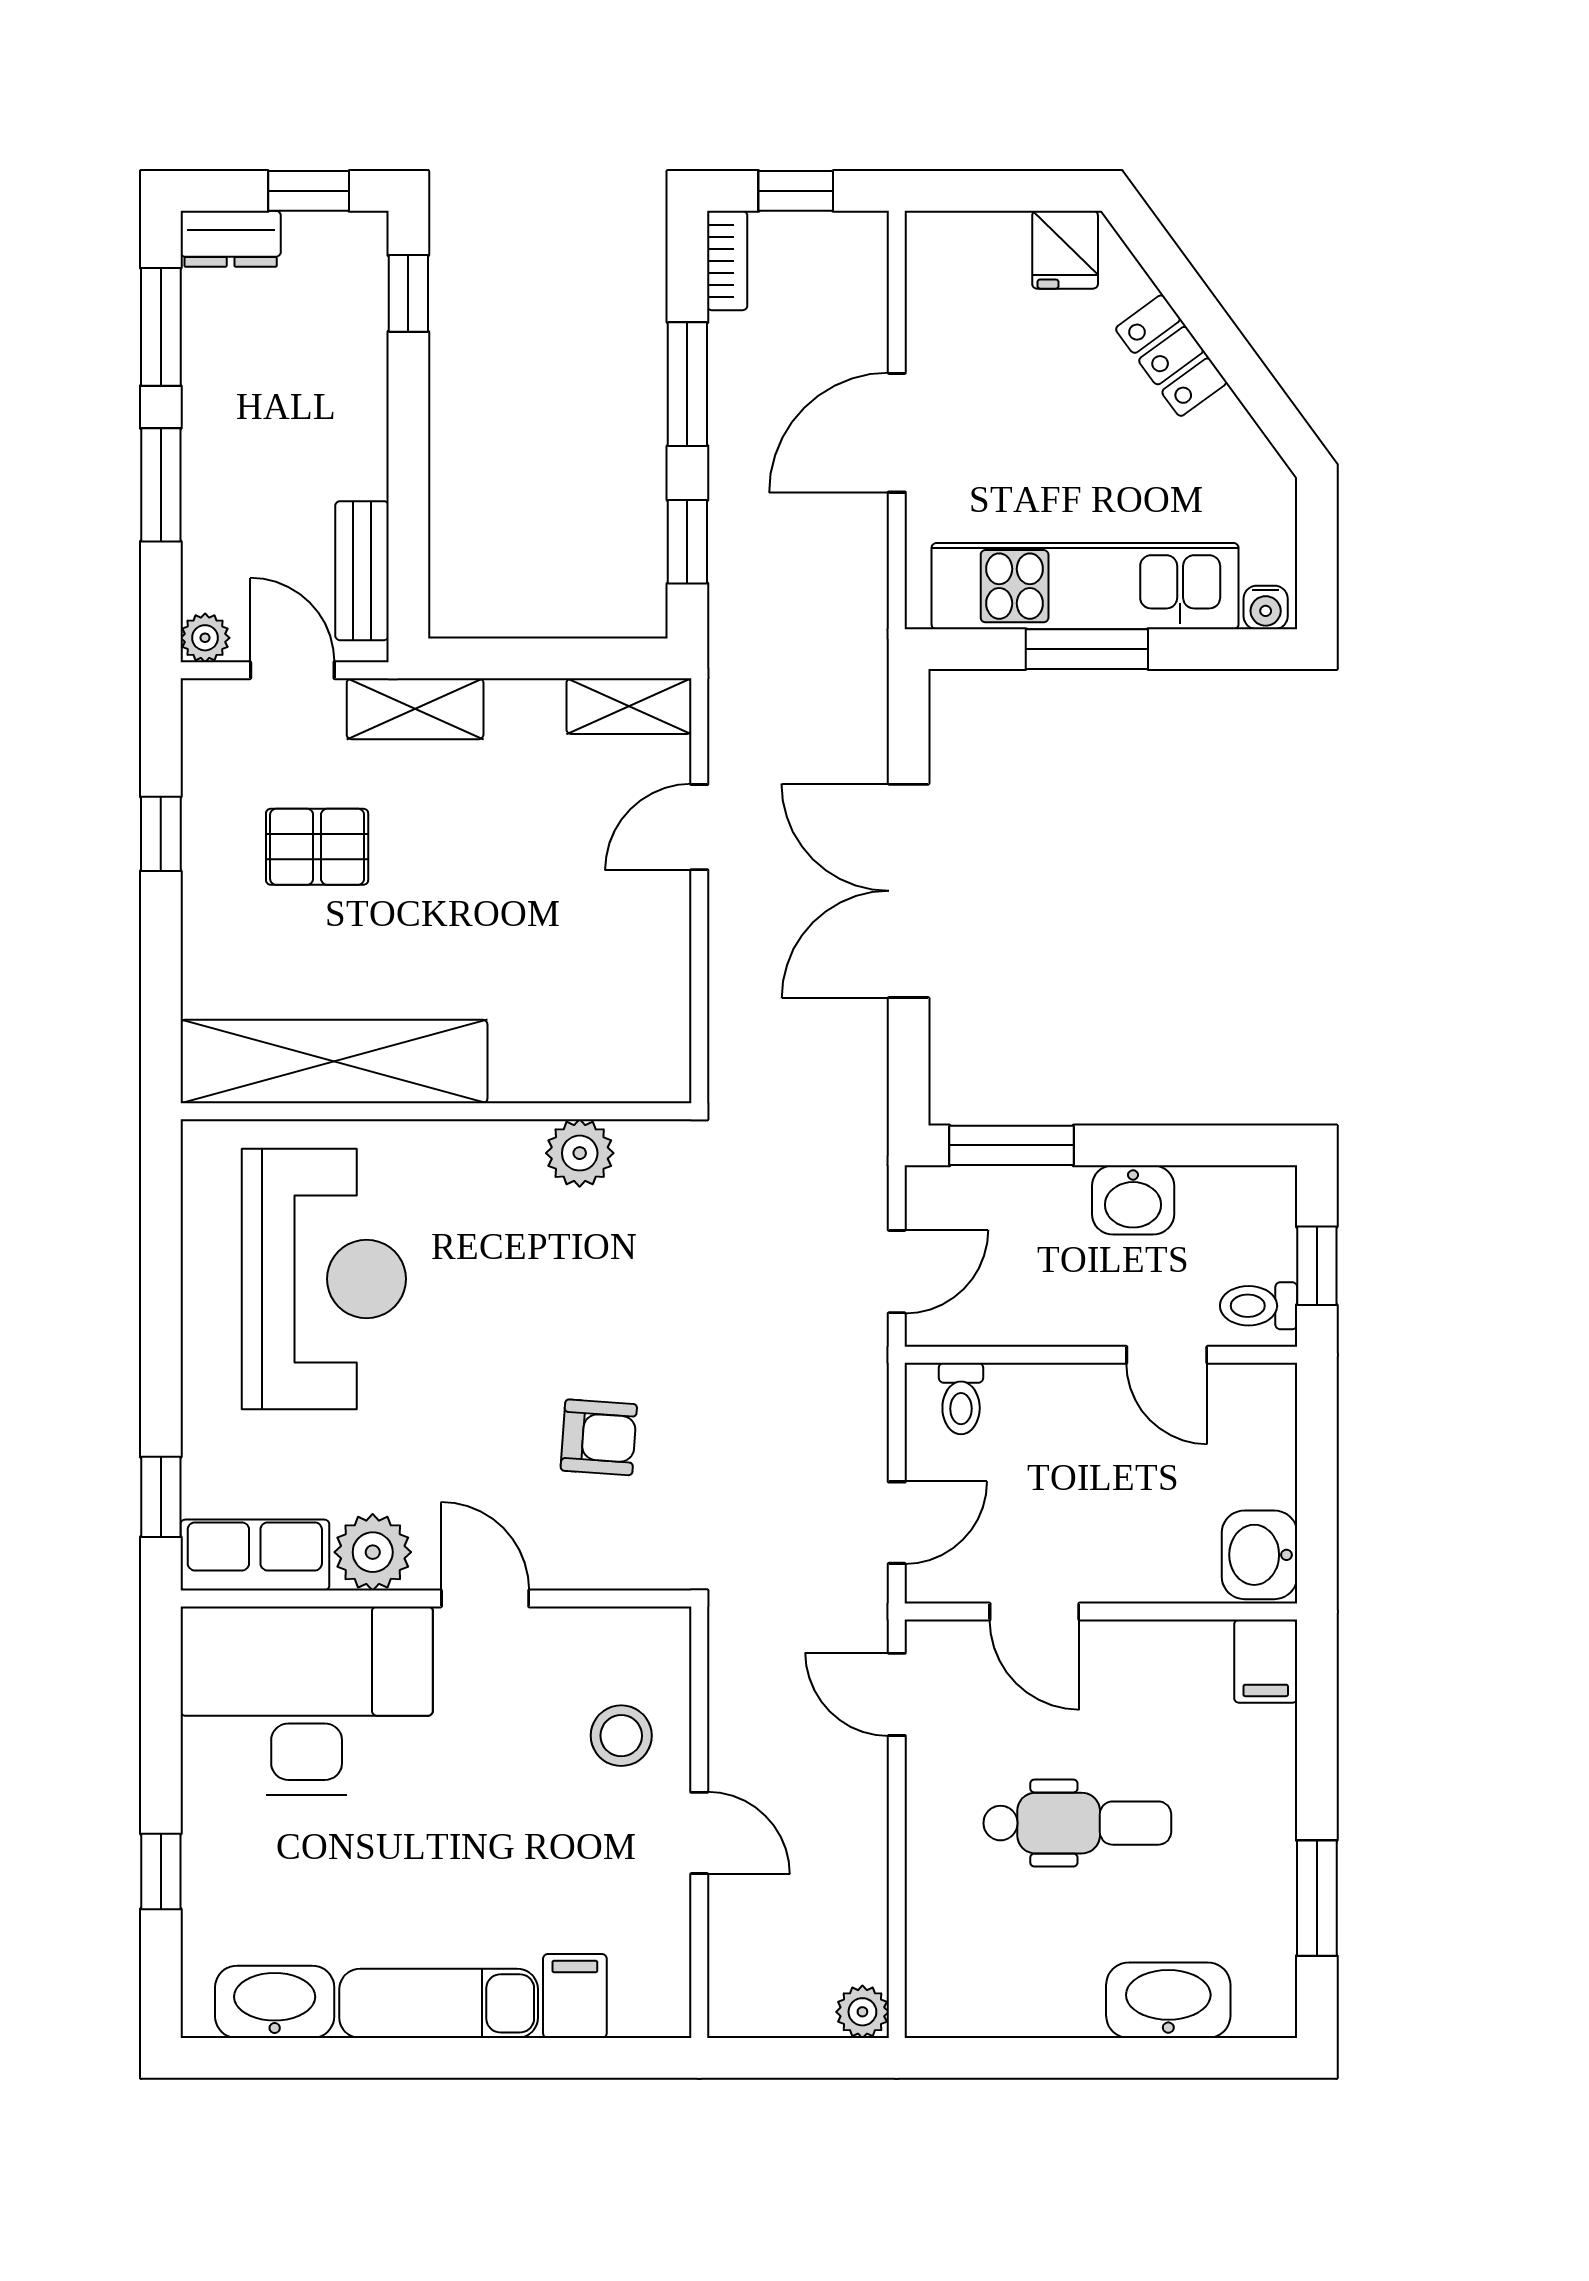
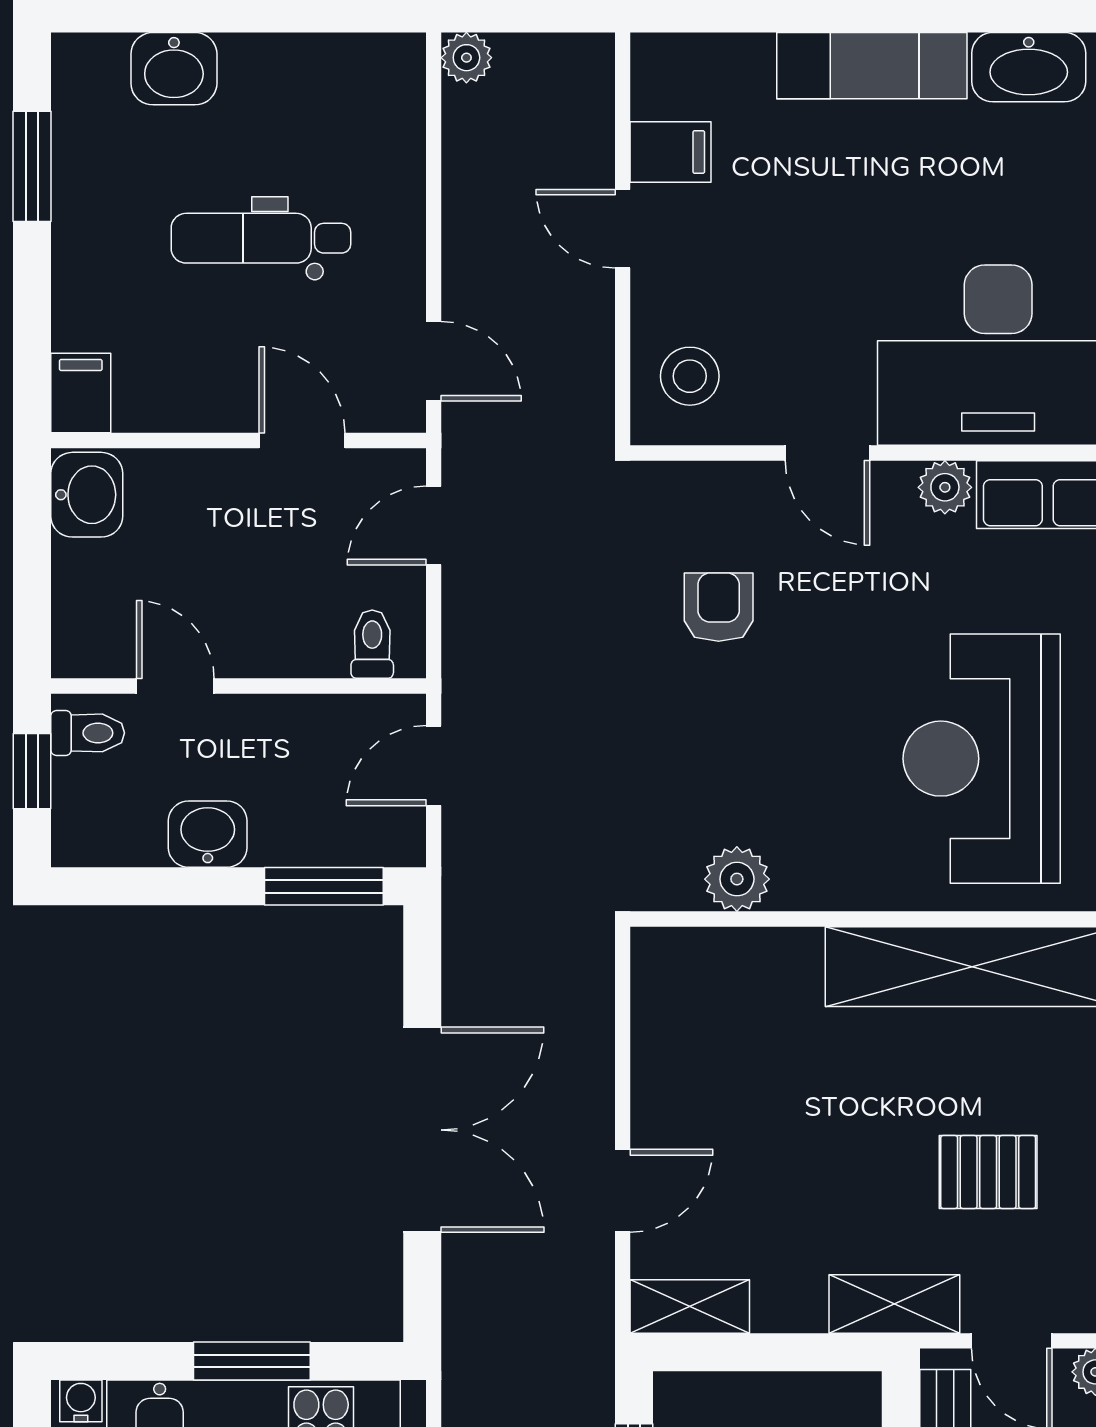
armchair: (599, 1437) -> (719, 607), turned 86
plant: (373, 1552) -> (945, 487), width x0.73, depth x0.73
stool: (621, 1736) -> (690, 376), moved
filing cabinet: (575, 1996) -> (670, 152), moved, turned -90
washbasin: (1168, 2000) -> (174, 69), width x0.72

